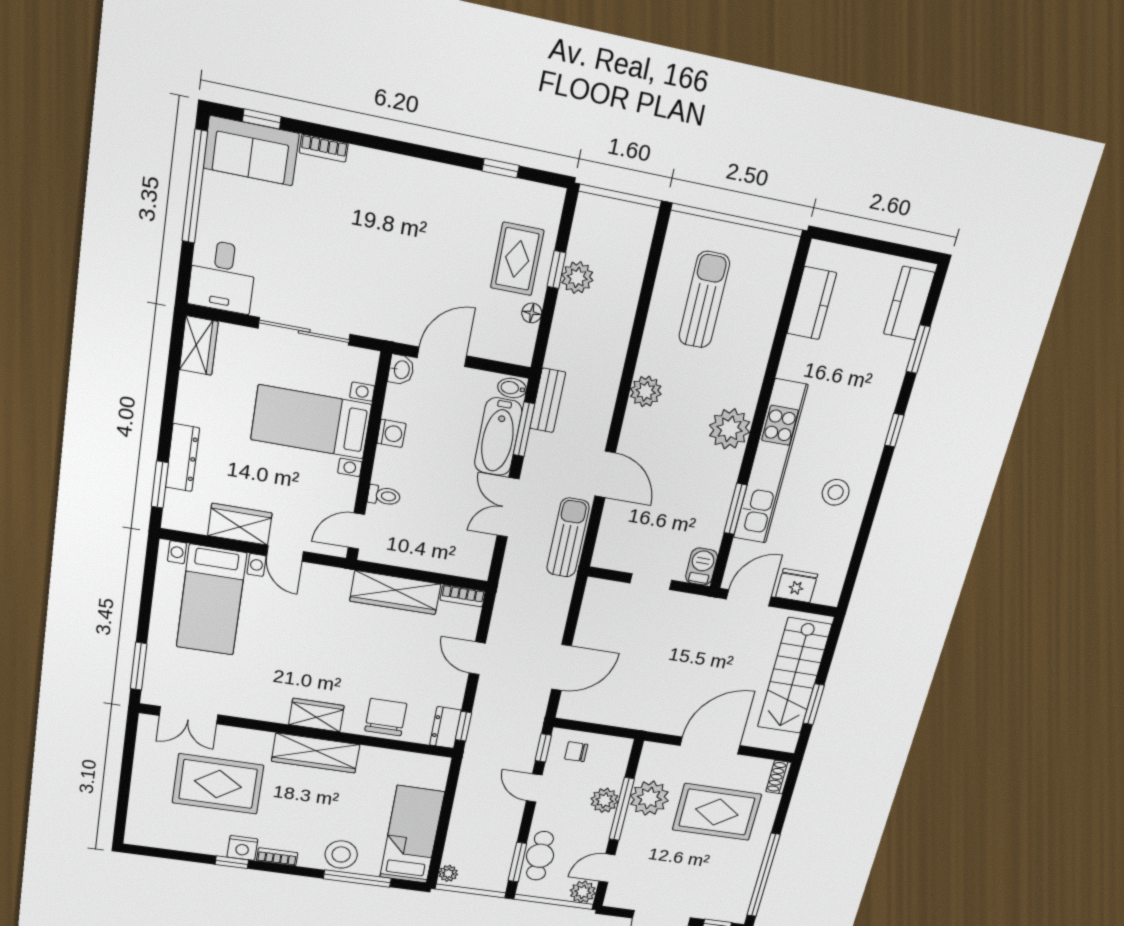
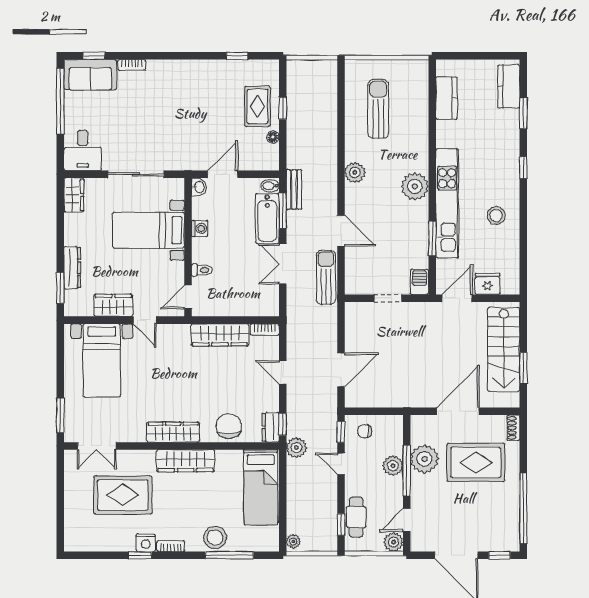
plant: (577, 278) -> (296, 448), moved
wardrobe: (316, 715) -> (173, 432), width x1.50
bed: (412, 835) -> (261, 487), moved, turned 180
window: (517, 862) -> (341, 525), width x0.67

